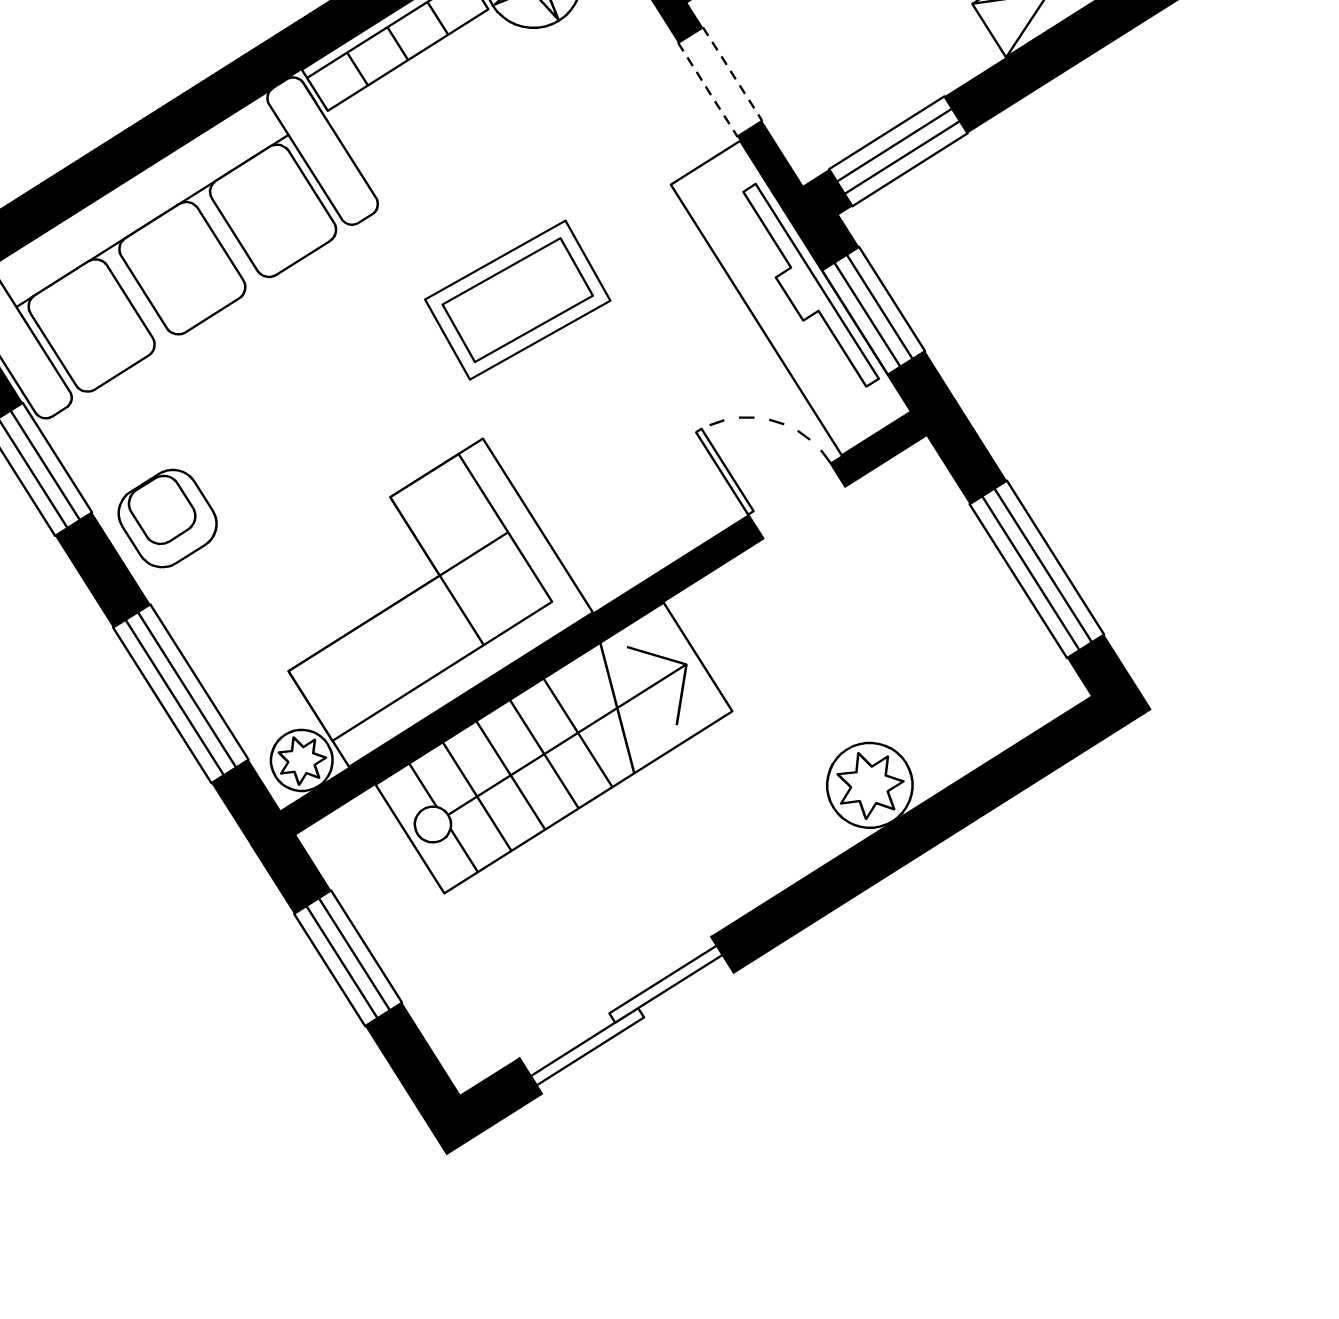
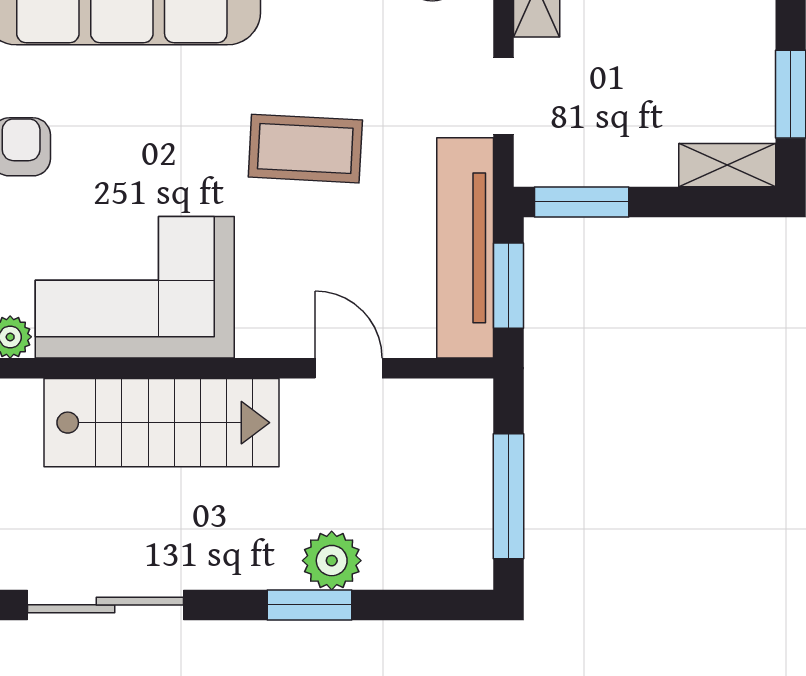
door: (797, 501) -> (349, 368), moved
window: (877, 857) -> (309, 605), added

